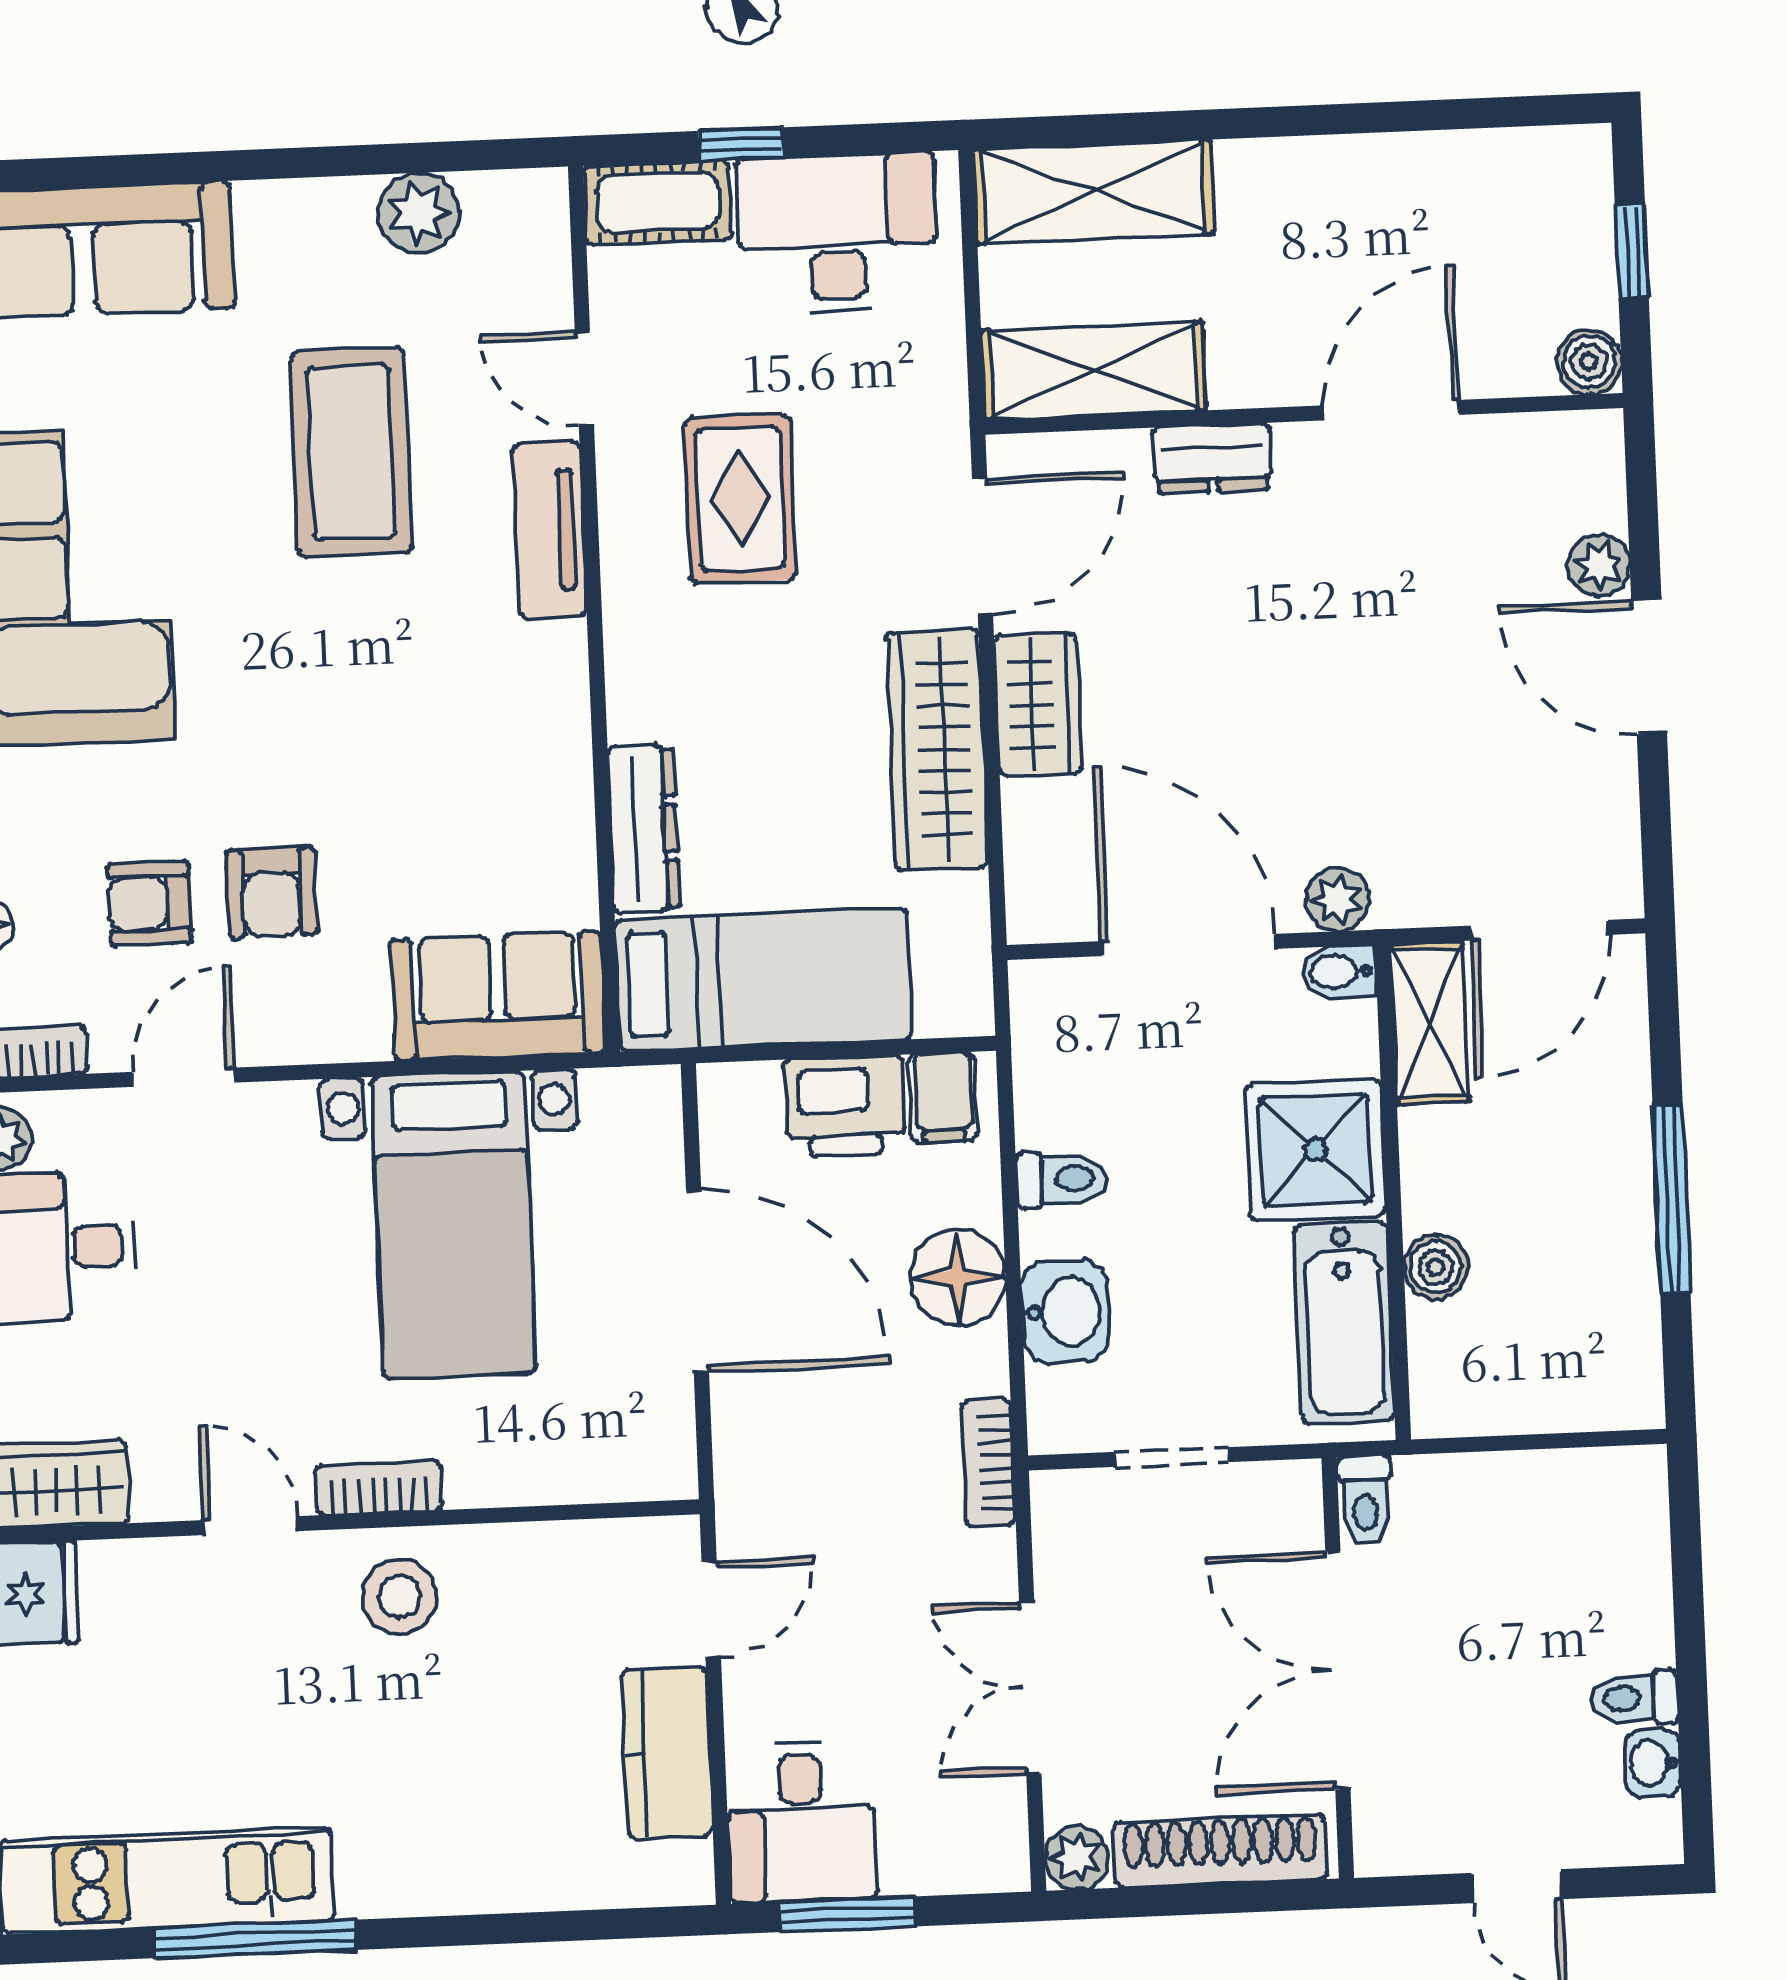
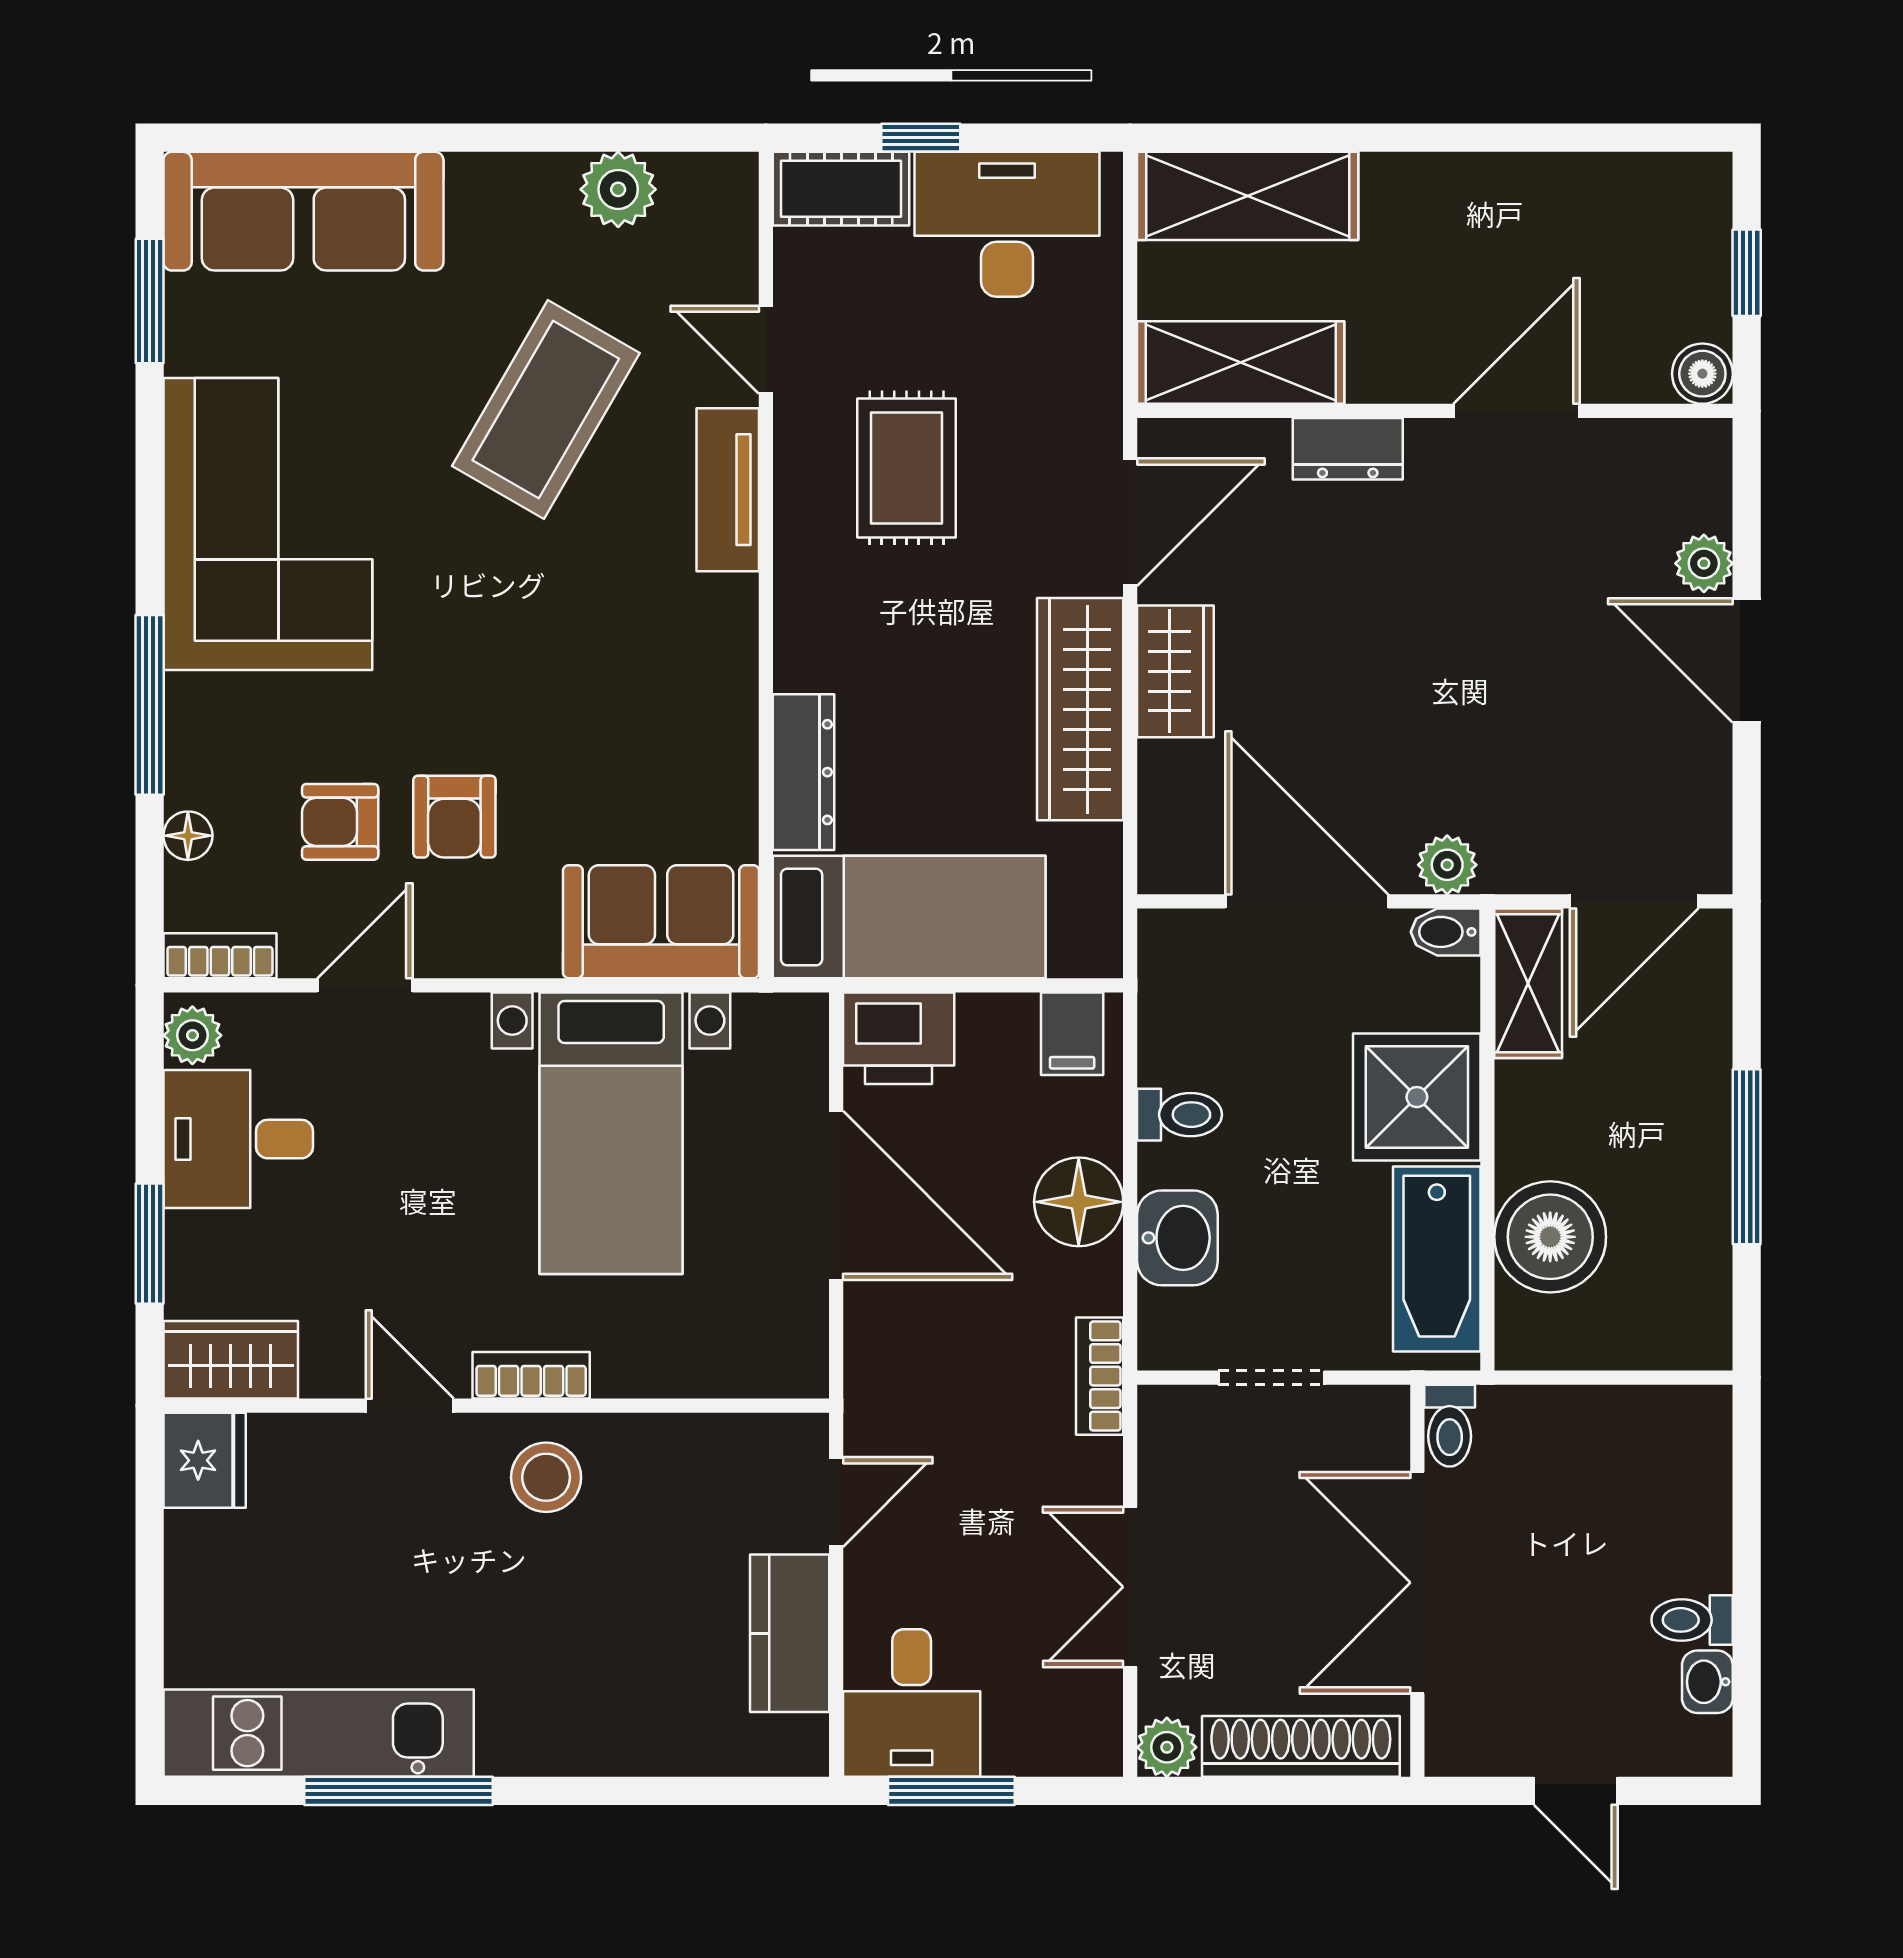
coffee table: (351, 452) -> (546, 409), turned 30
printer: (845, 1106) -> (899, 1038), moved
boiler: (1436, 1267) -> (1550, 1237), width x1.86, depth x1.86

